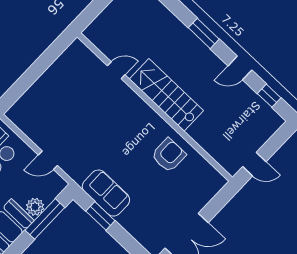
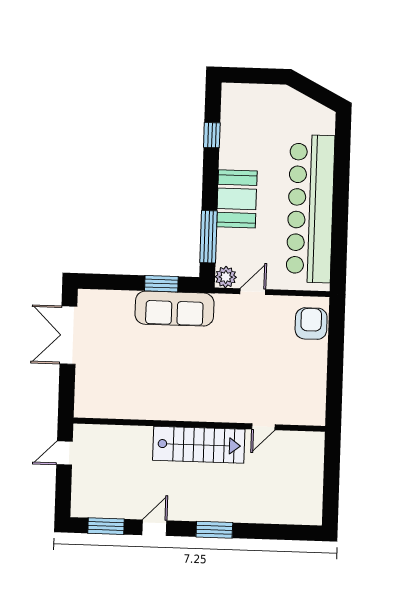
window: (269, 96) -> (106, 526), width x1.50
armchair: (169, 155) -> (311, 324), moved, turned 180
sofa: (106, 193) -> (174, 309), width x1.36
plant: (35, 207) -> (226, 277), moved

